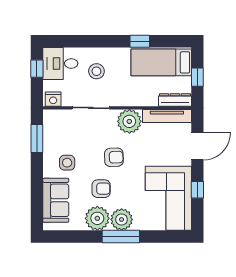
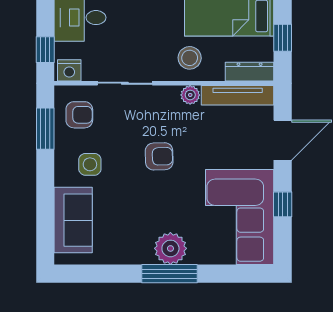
window: (37, 69) -> (45, 50), moved
stool: (96, 71) -> (190, 58), moved
plant: (129, 121) -> (190, 95), width x0.53, depth x0.53
armchair: (101, 189) -> (79, 115), moved
plant: (97, 218) -> (135, 247), removed

